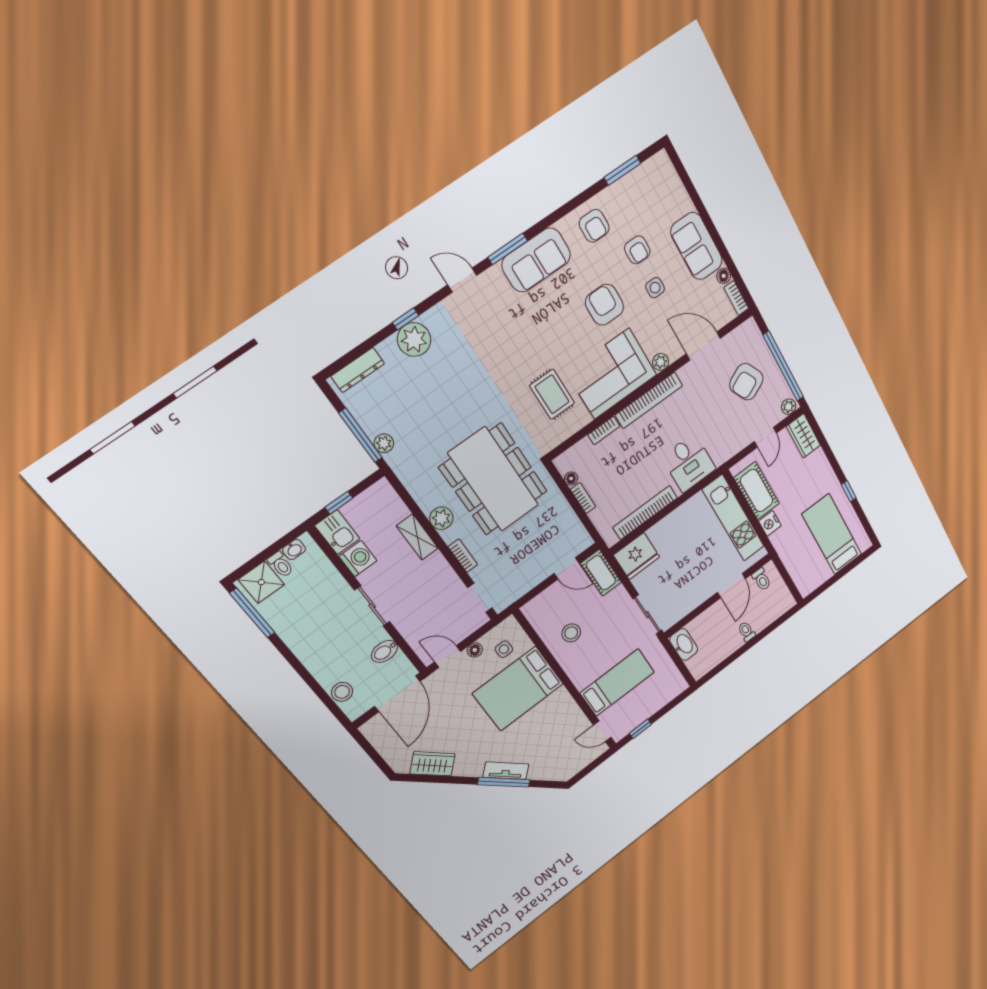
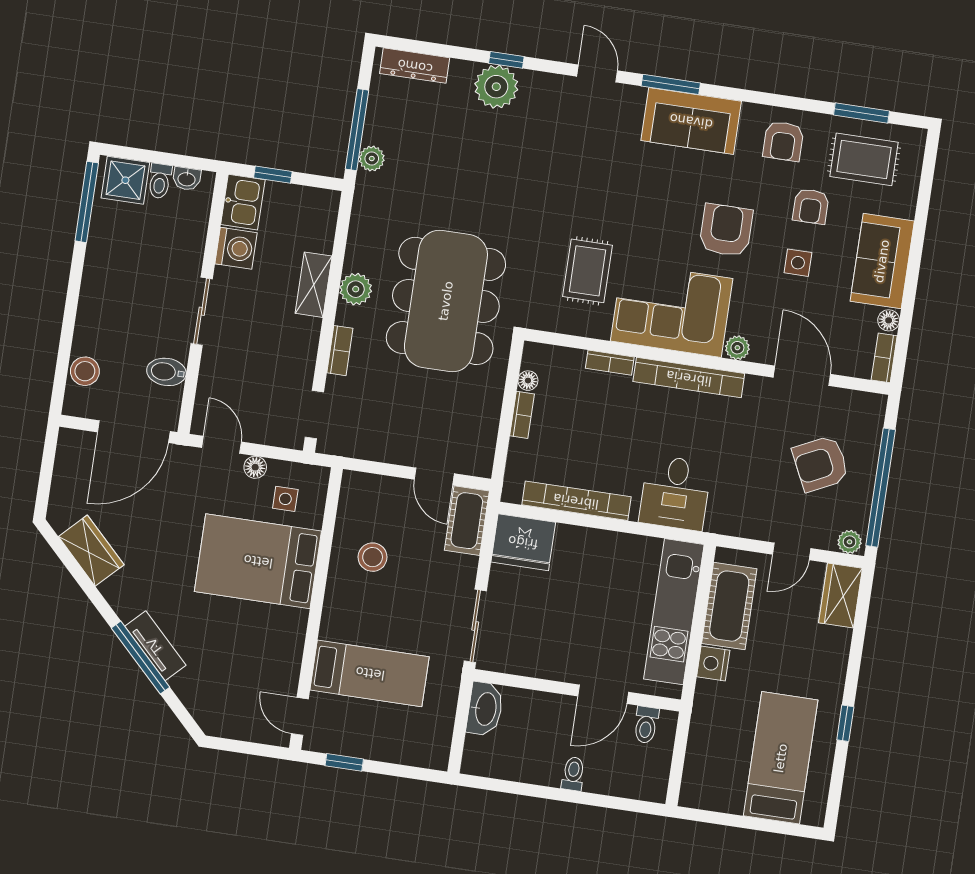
rug: (644, 197) -> (864, 159), added

